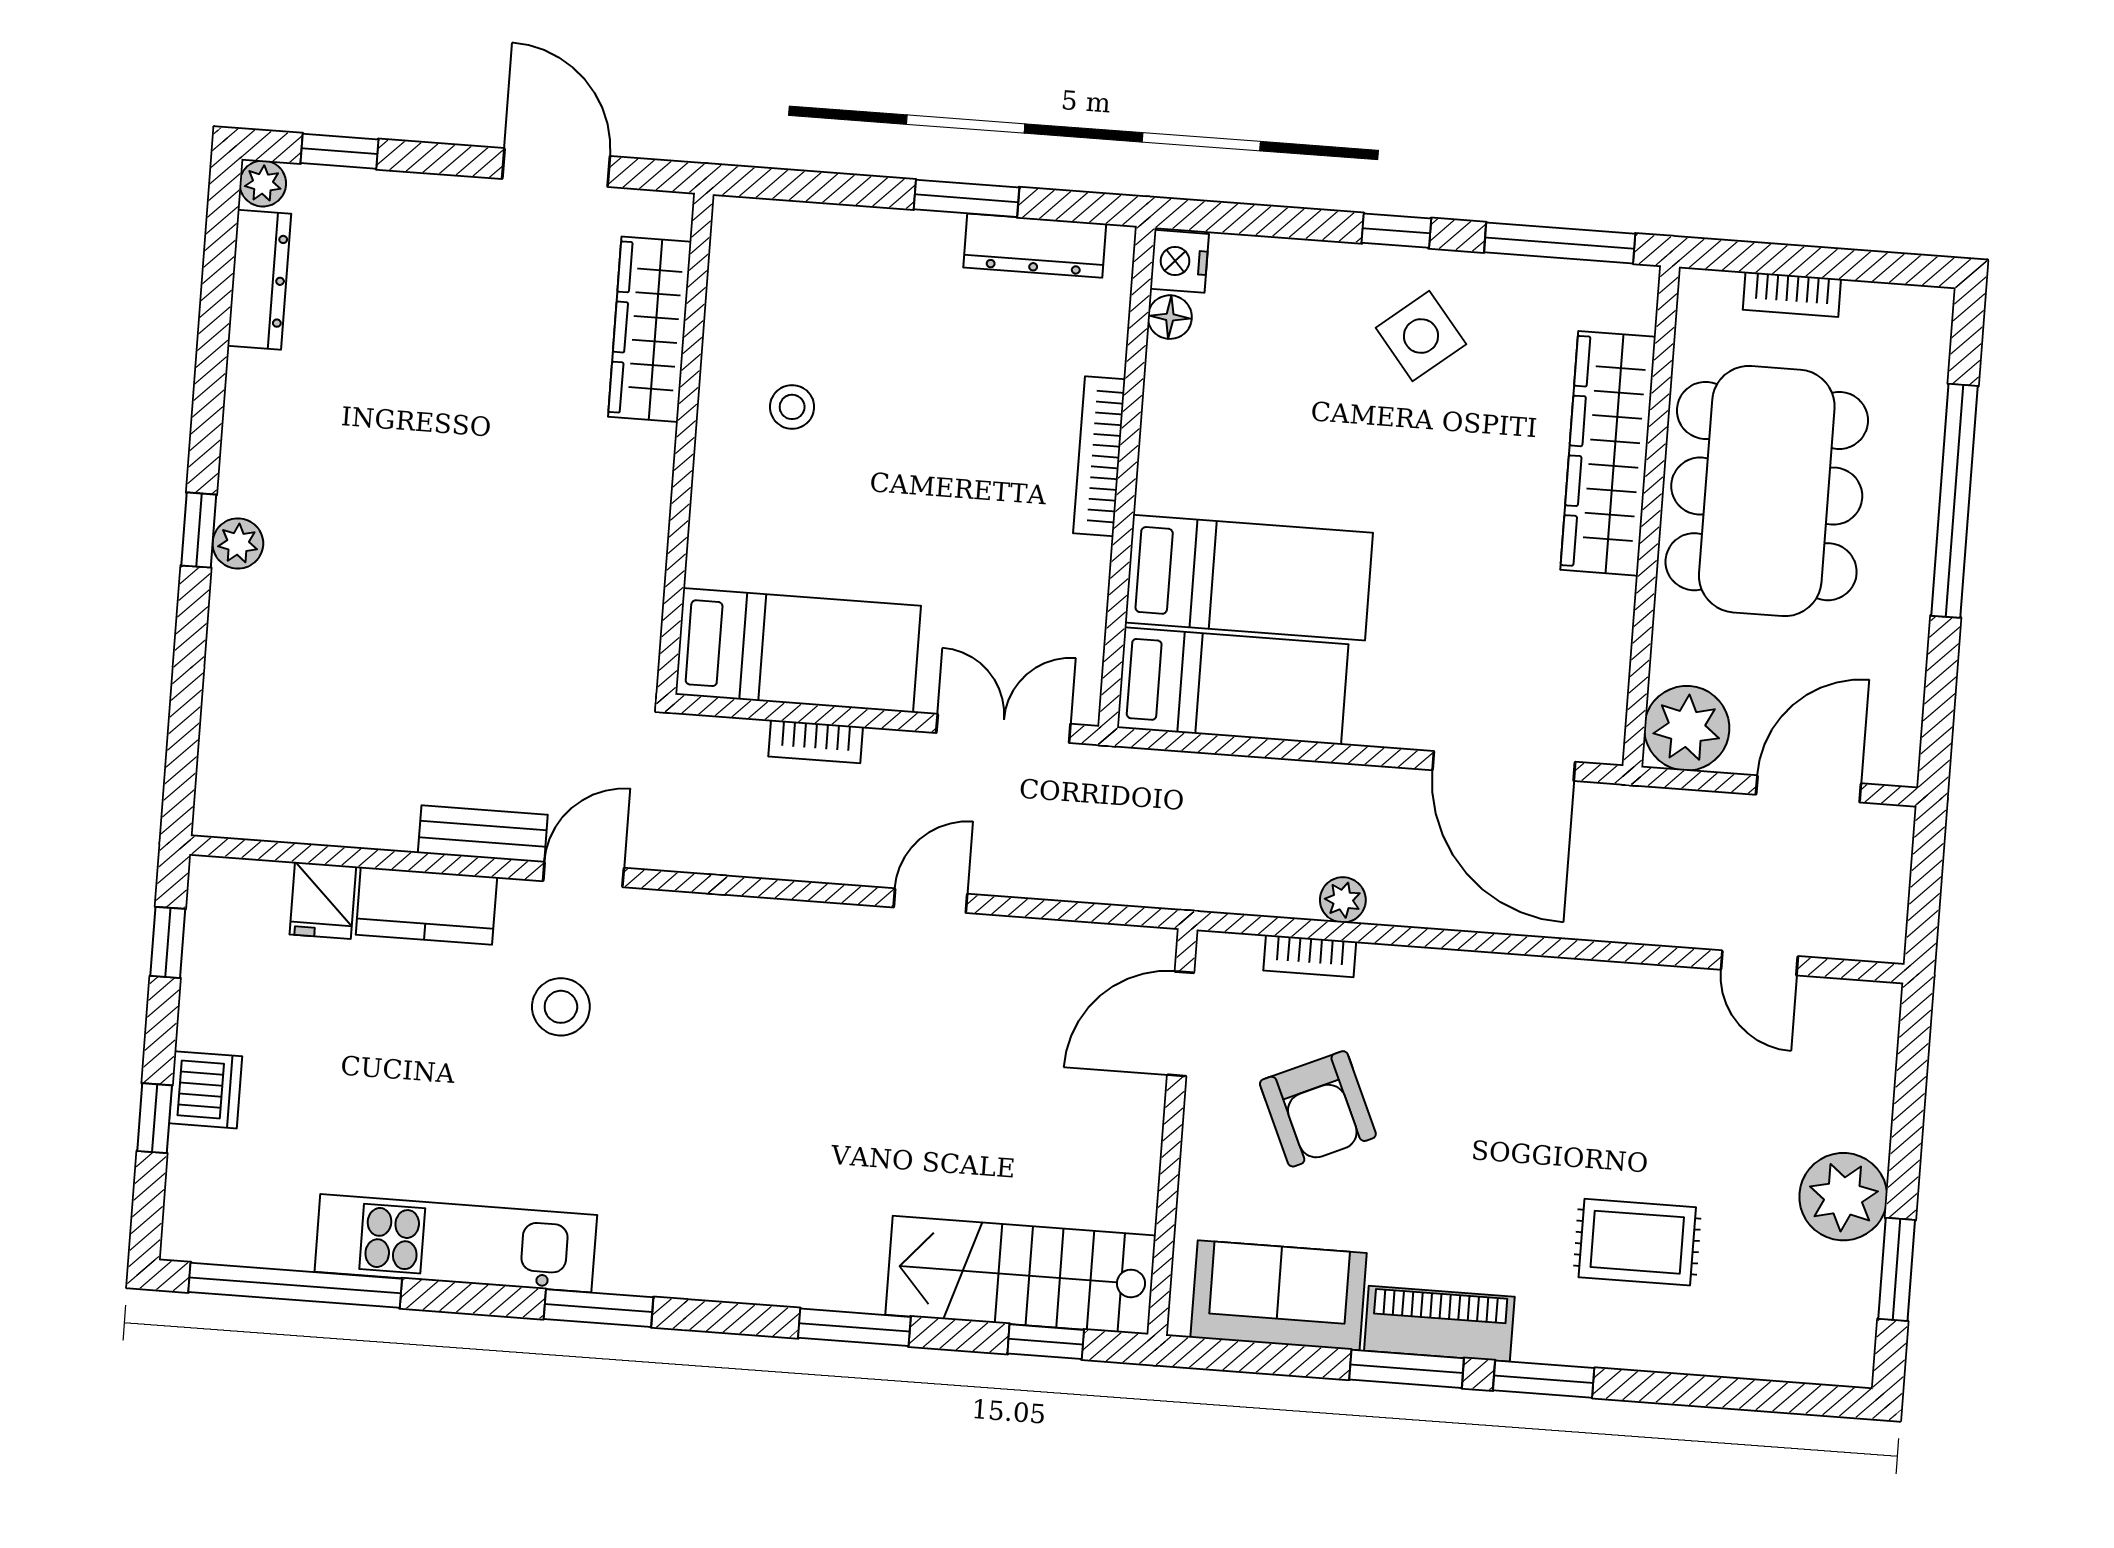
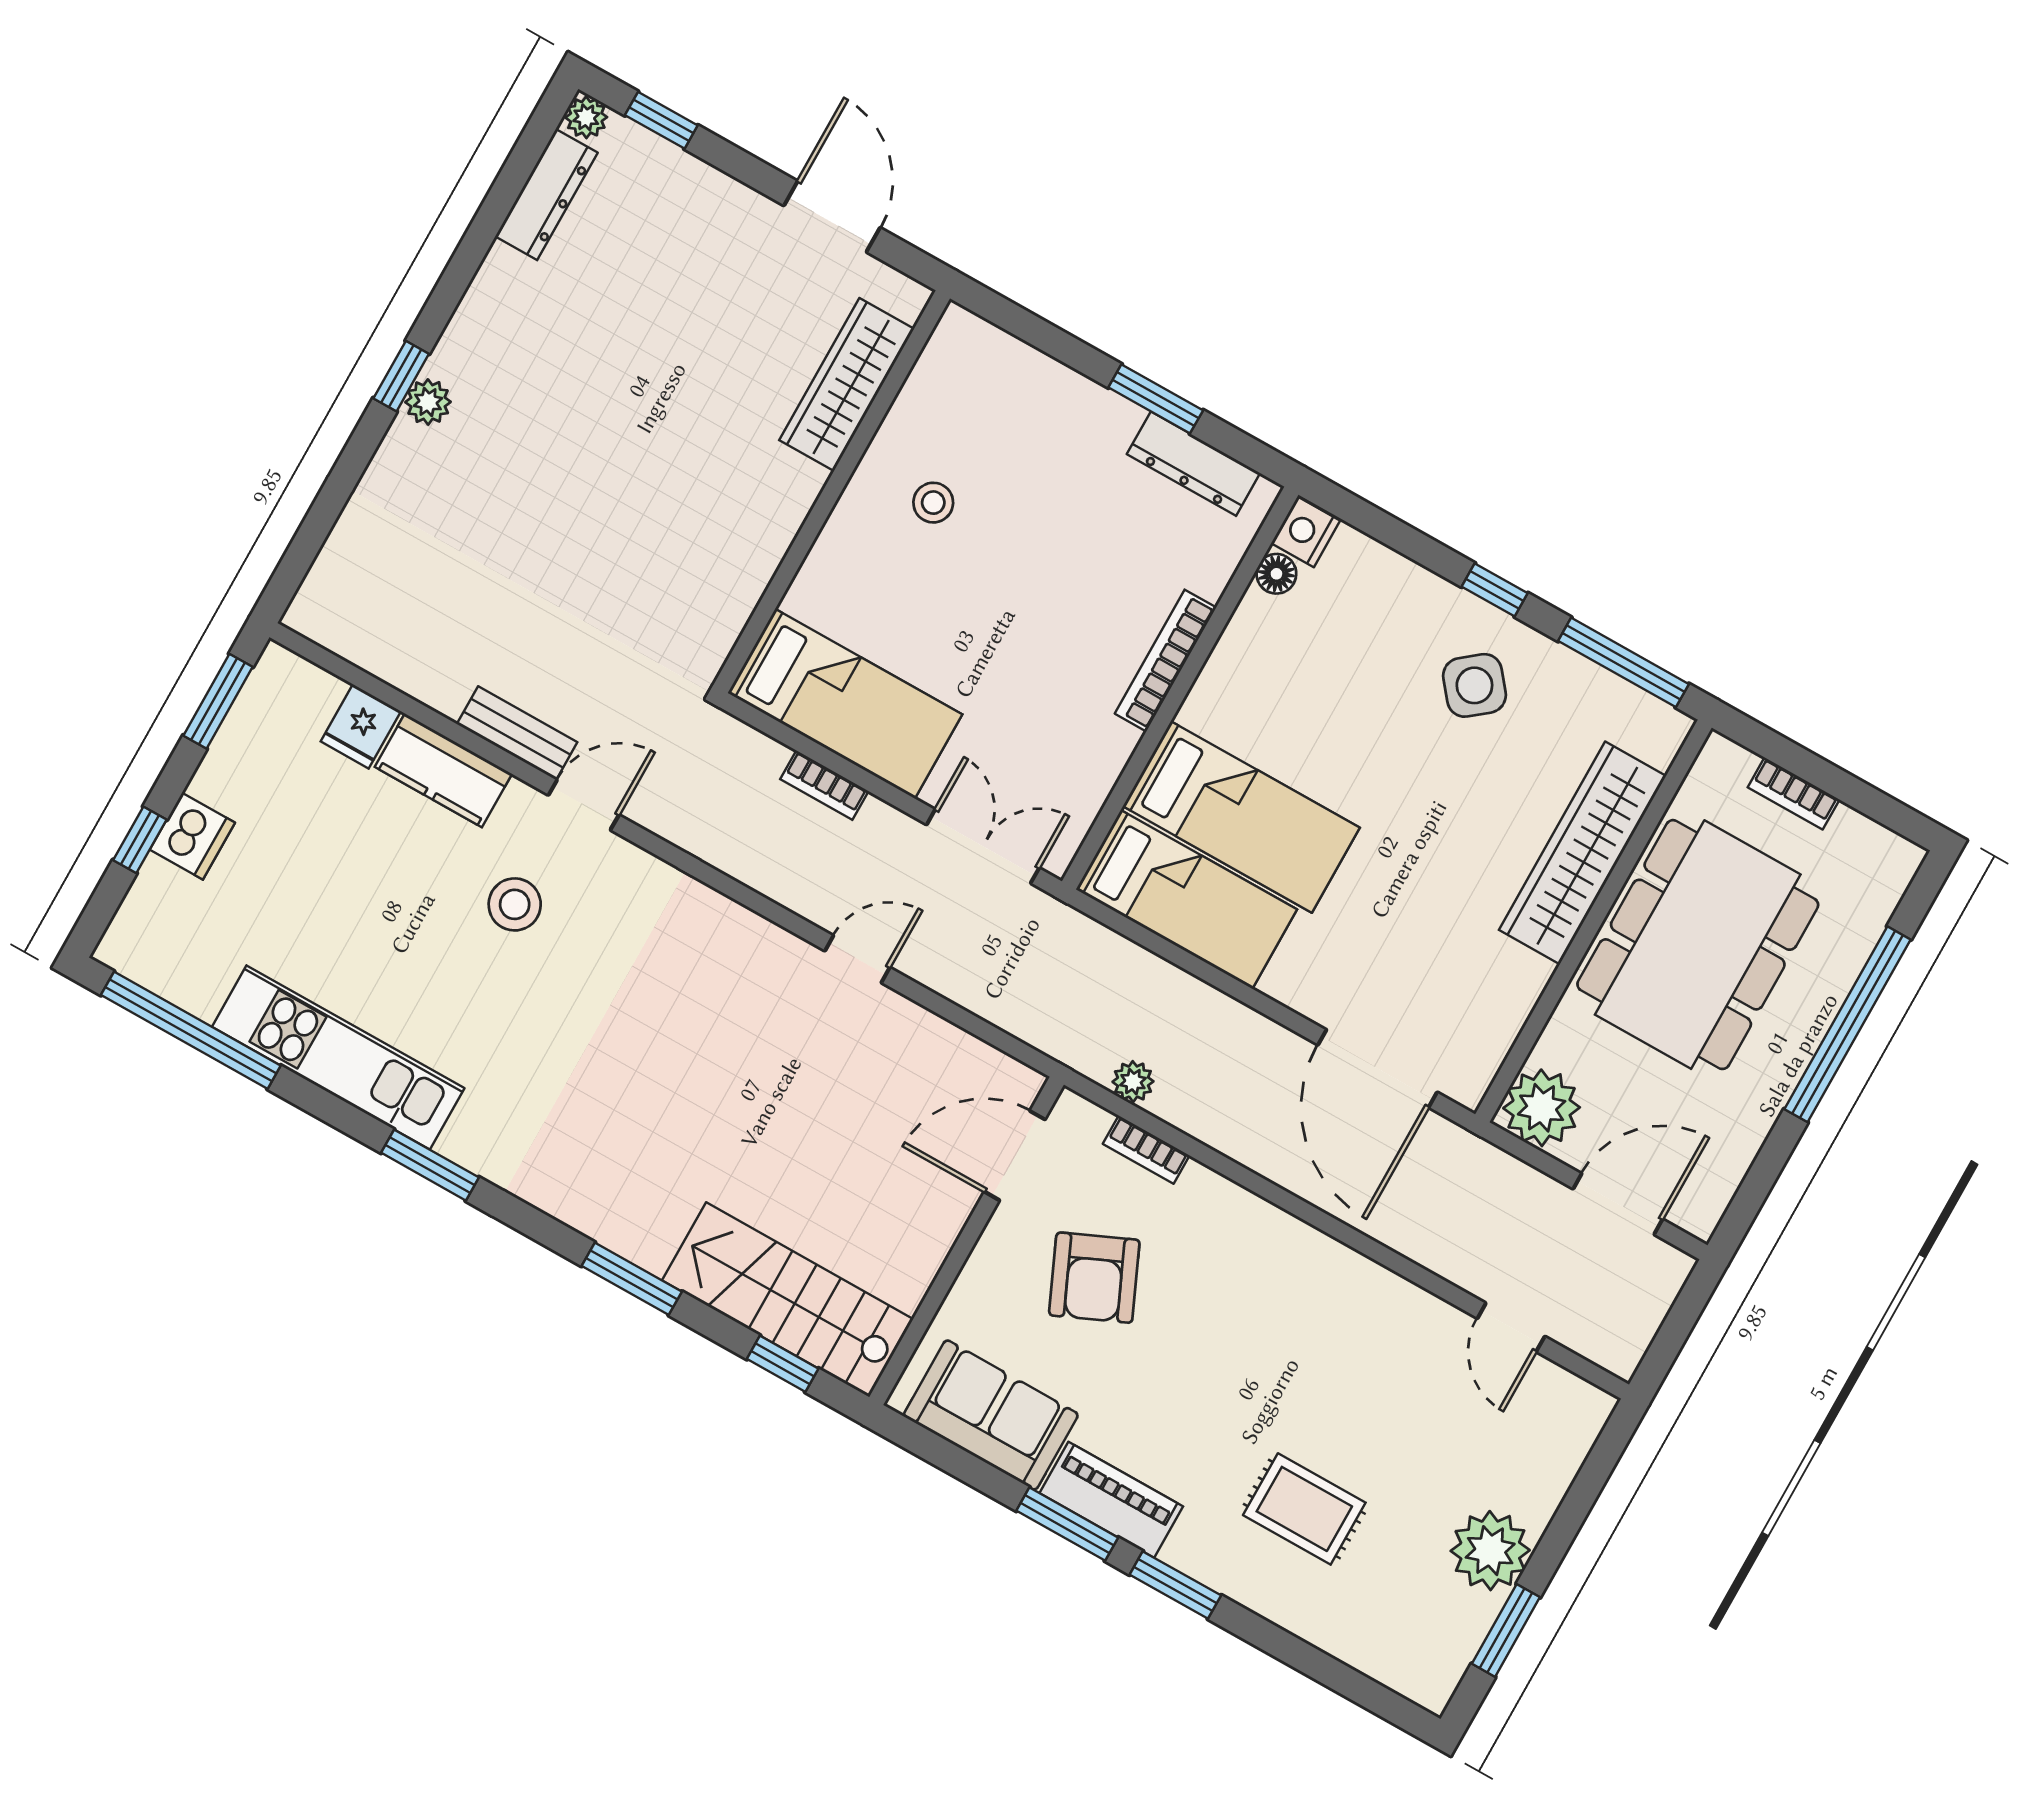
plant: (1343, 900) -> (1133, 1082), moved
window: (168, 942) -> (218, 701), width x1.50

